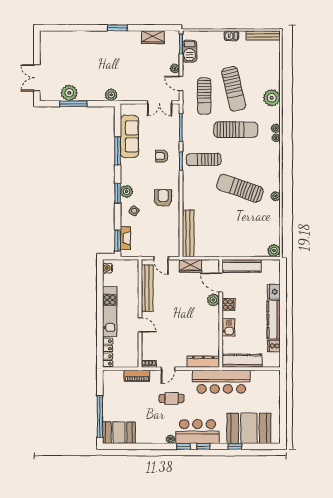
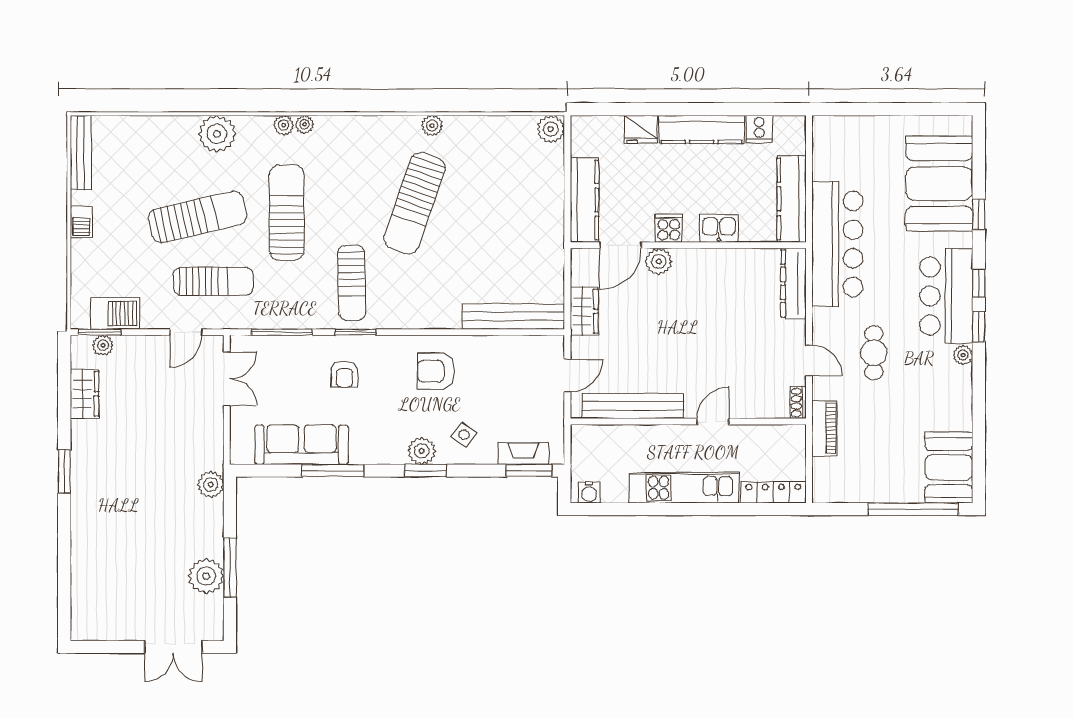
plant: (175, 68) -> (103, 345), moved

